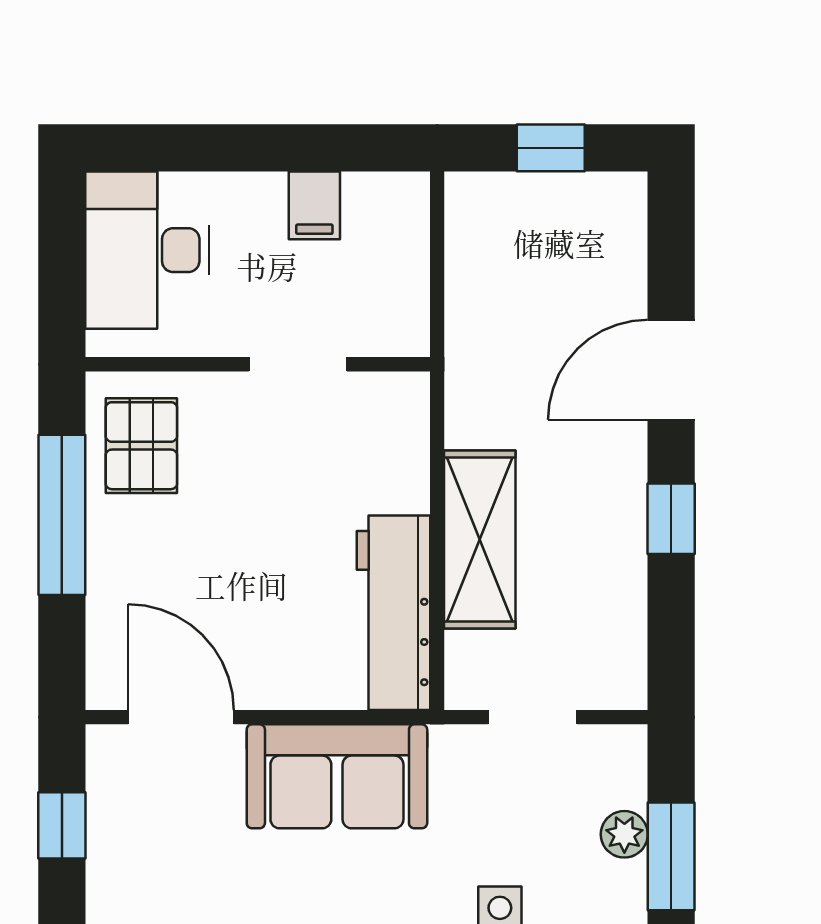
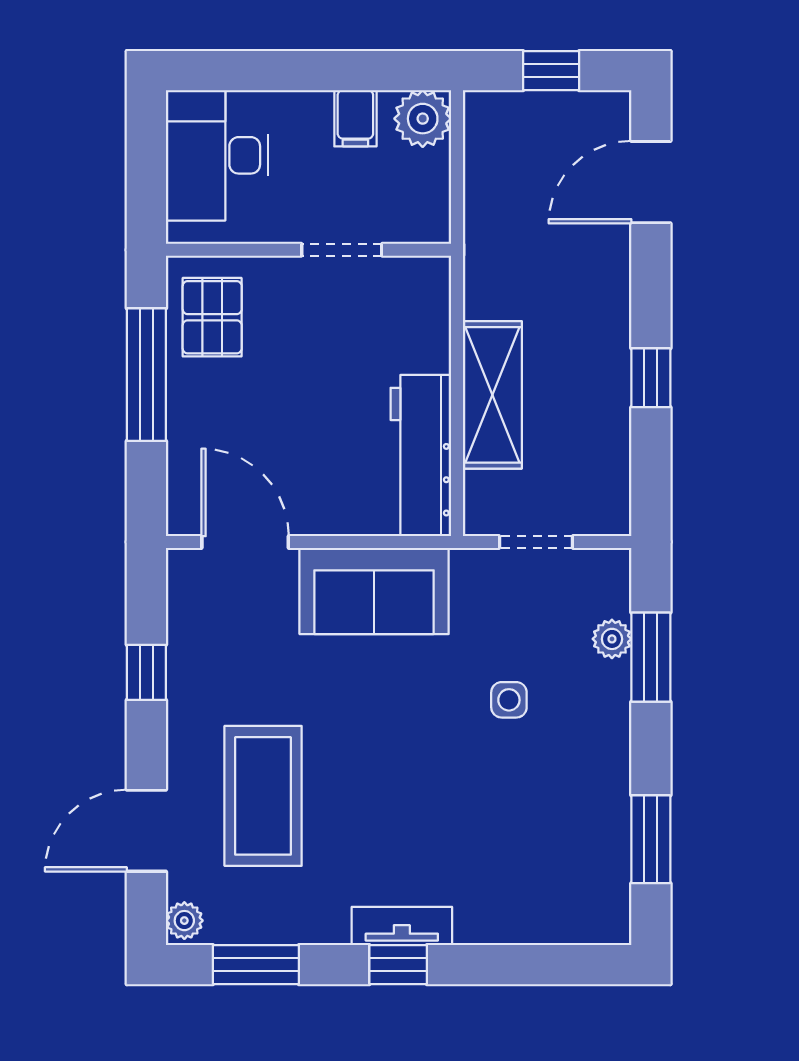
plant: (396, 206) -> (423, 119), added
door: (671, 370) -> (651, 182), moved
window: (62, 825) -> (146, 672), moved

